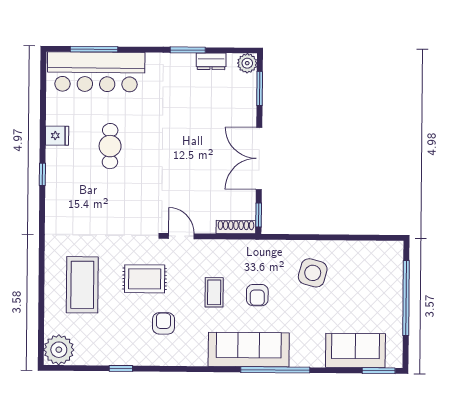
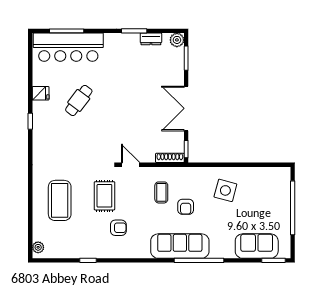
cafe table: (110, 146) -> (79, 100), turned 37
rug: (145, 279) -> (104, 196), turned 90
coffee table: (214, 292) -> (161, 192), moved
armchair: (163, 323) -> (118, 228), turned 90
plant: (59, 350) -> (38, 247), width x0.53, depth x0.53

